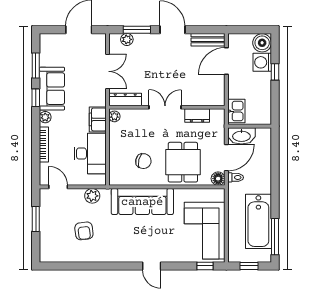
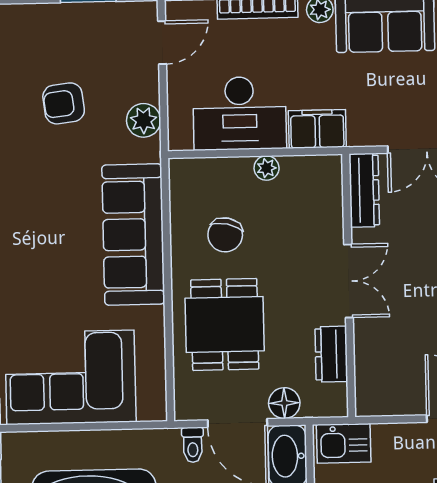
plant: (114, 116) -> (267, 168), moved
dining table: (183, 162) -> (225, 324), turned 90
floor lamp: (218, 179) -> (284, 403), moved

